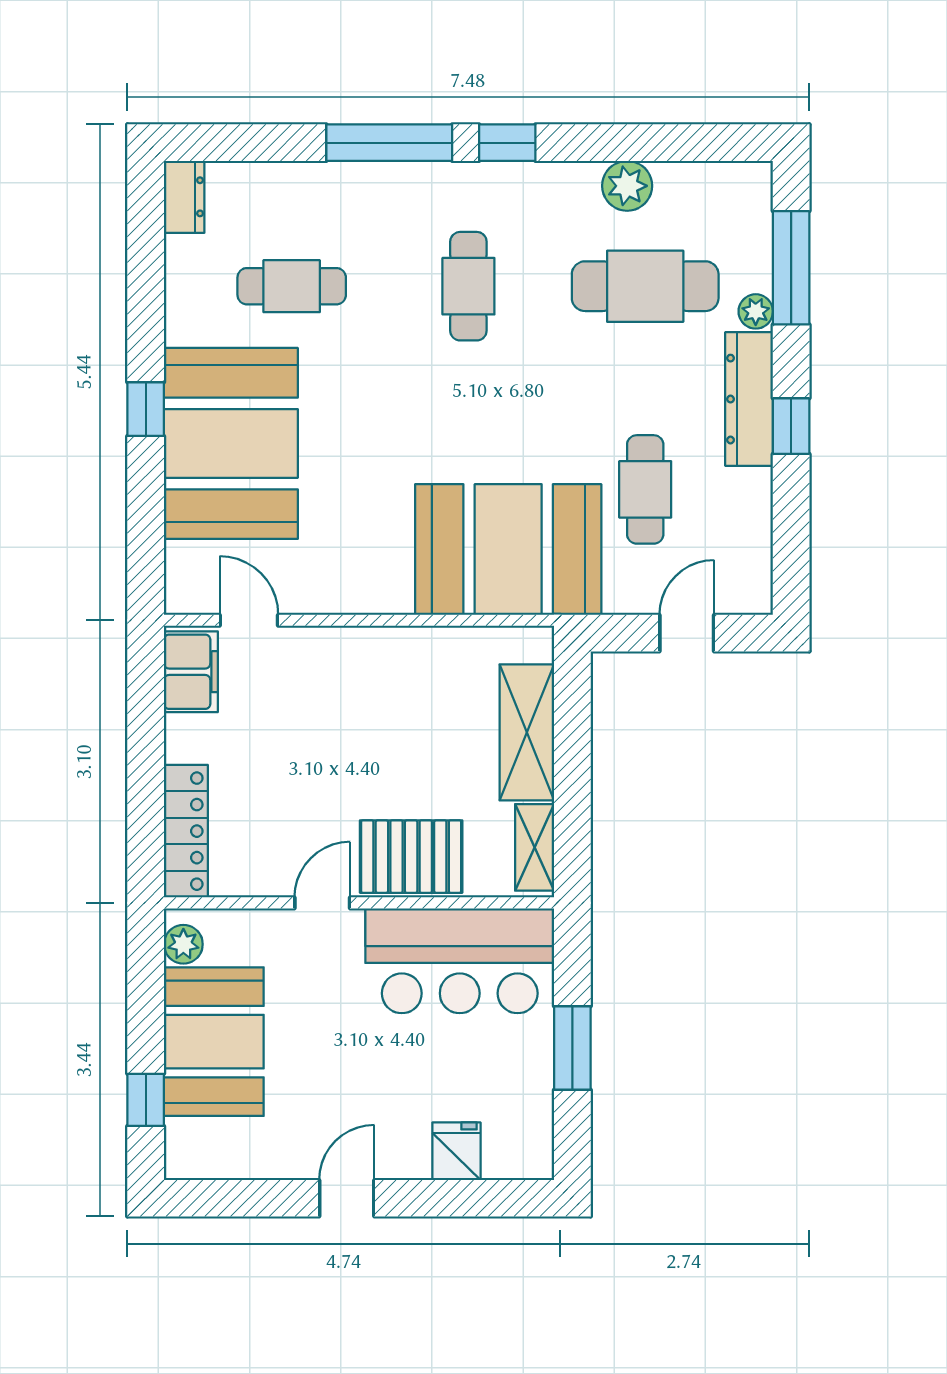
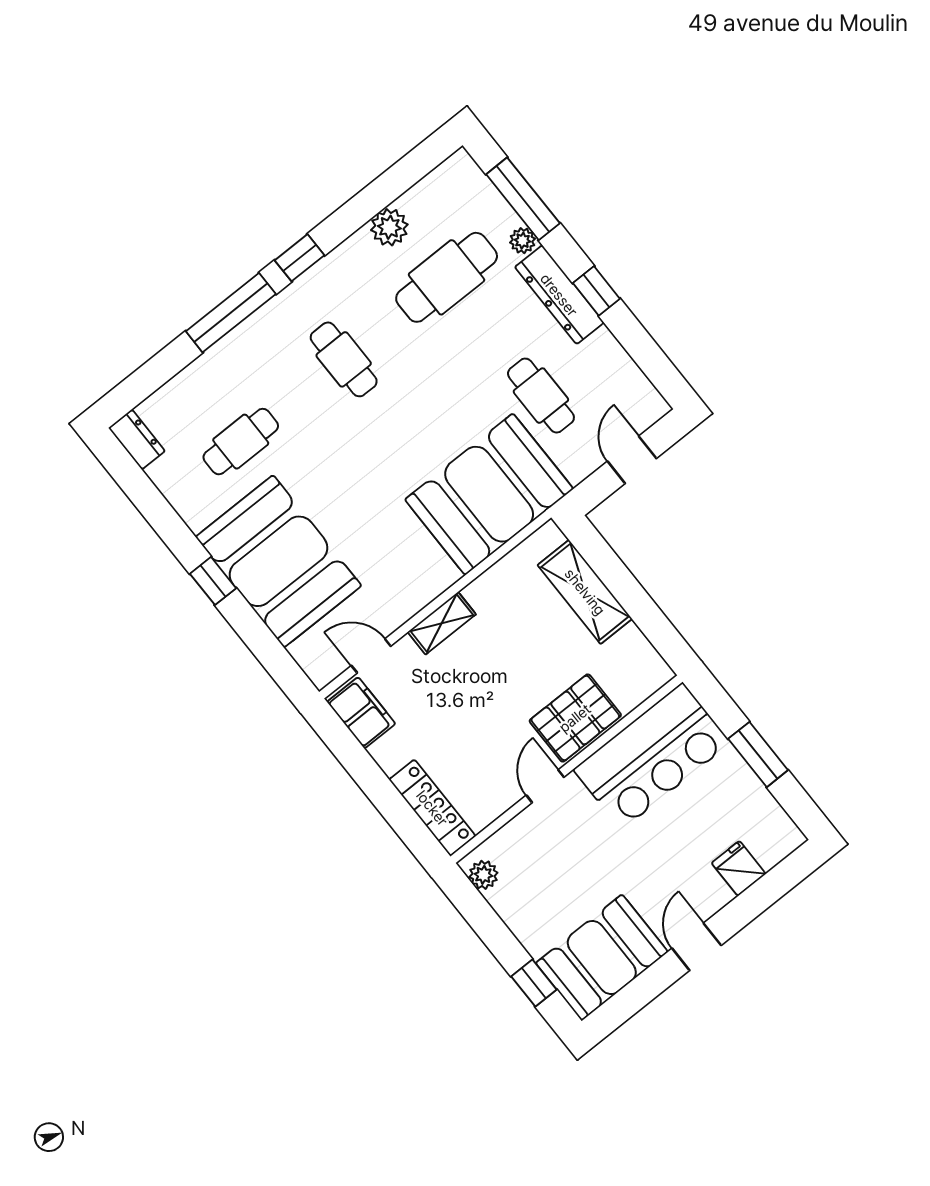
shelving: (535, 847) -> (442, 623), moved, turned 90
booth: (214, 1042) -> (602, 958), moved, turned 90

